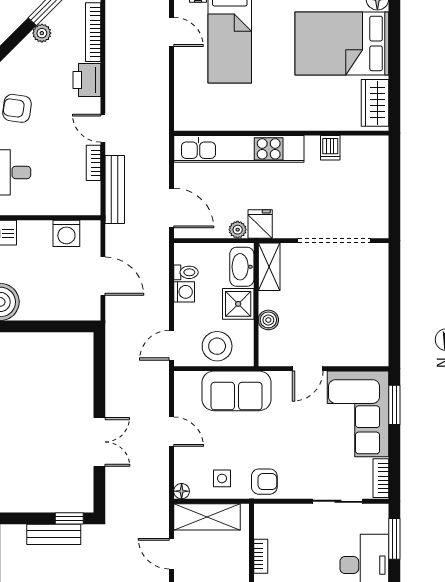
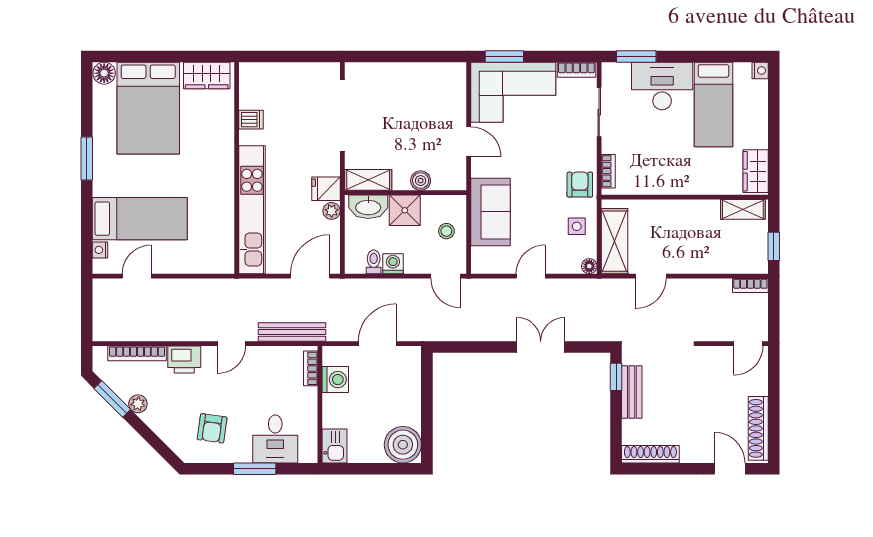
bookcase: (93, 163) -> (311, 368), moved, turned 90
stool: (217, 346) -> (446, 231), width x0.53, depth x0.53
bookcase: (261, 556) -> (608, 171), moved, turned 90

